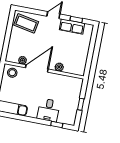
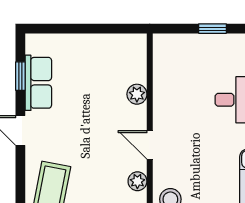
door: (37, 68) -> (150, 145), width x0.53

